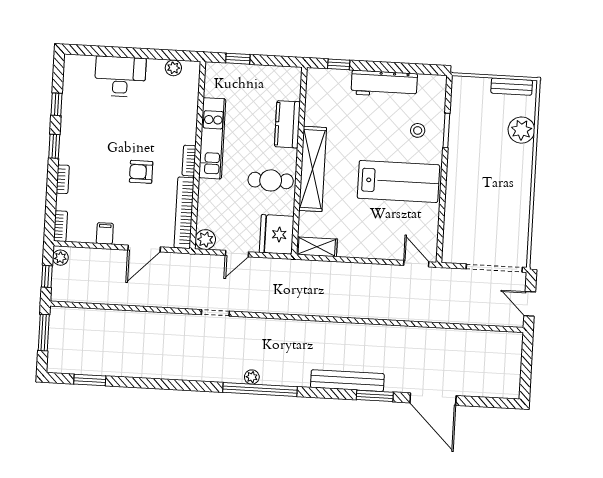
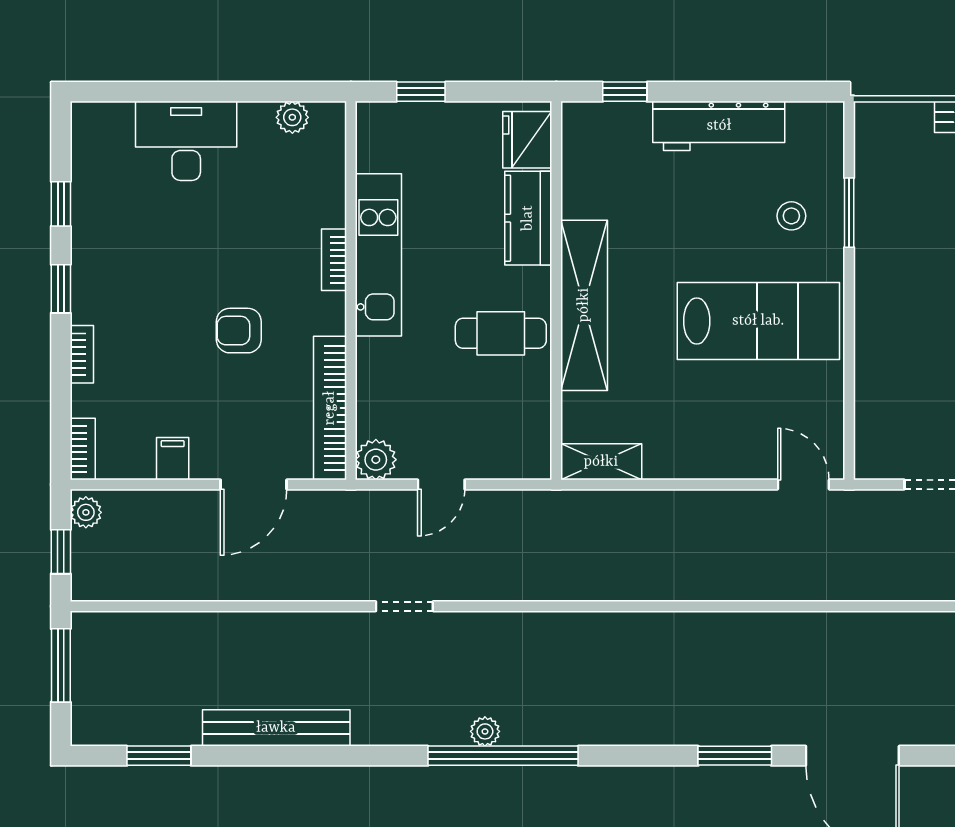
bookcase: (189, 161) -> (334, 260), moved
fridge: (277, 234) -> (527, 140), moved, width x0.73, depth x0.75
bench: (347, 381) -> (276, 728), moved

